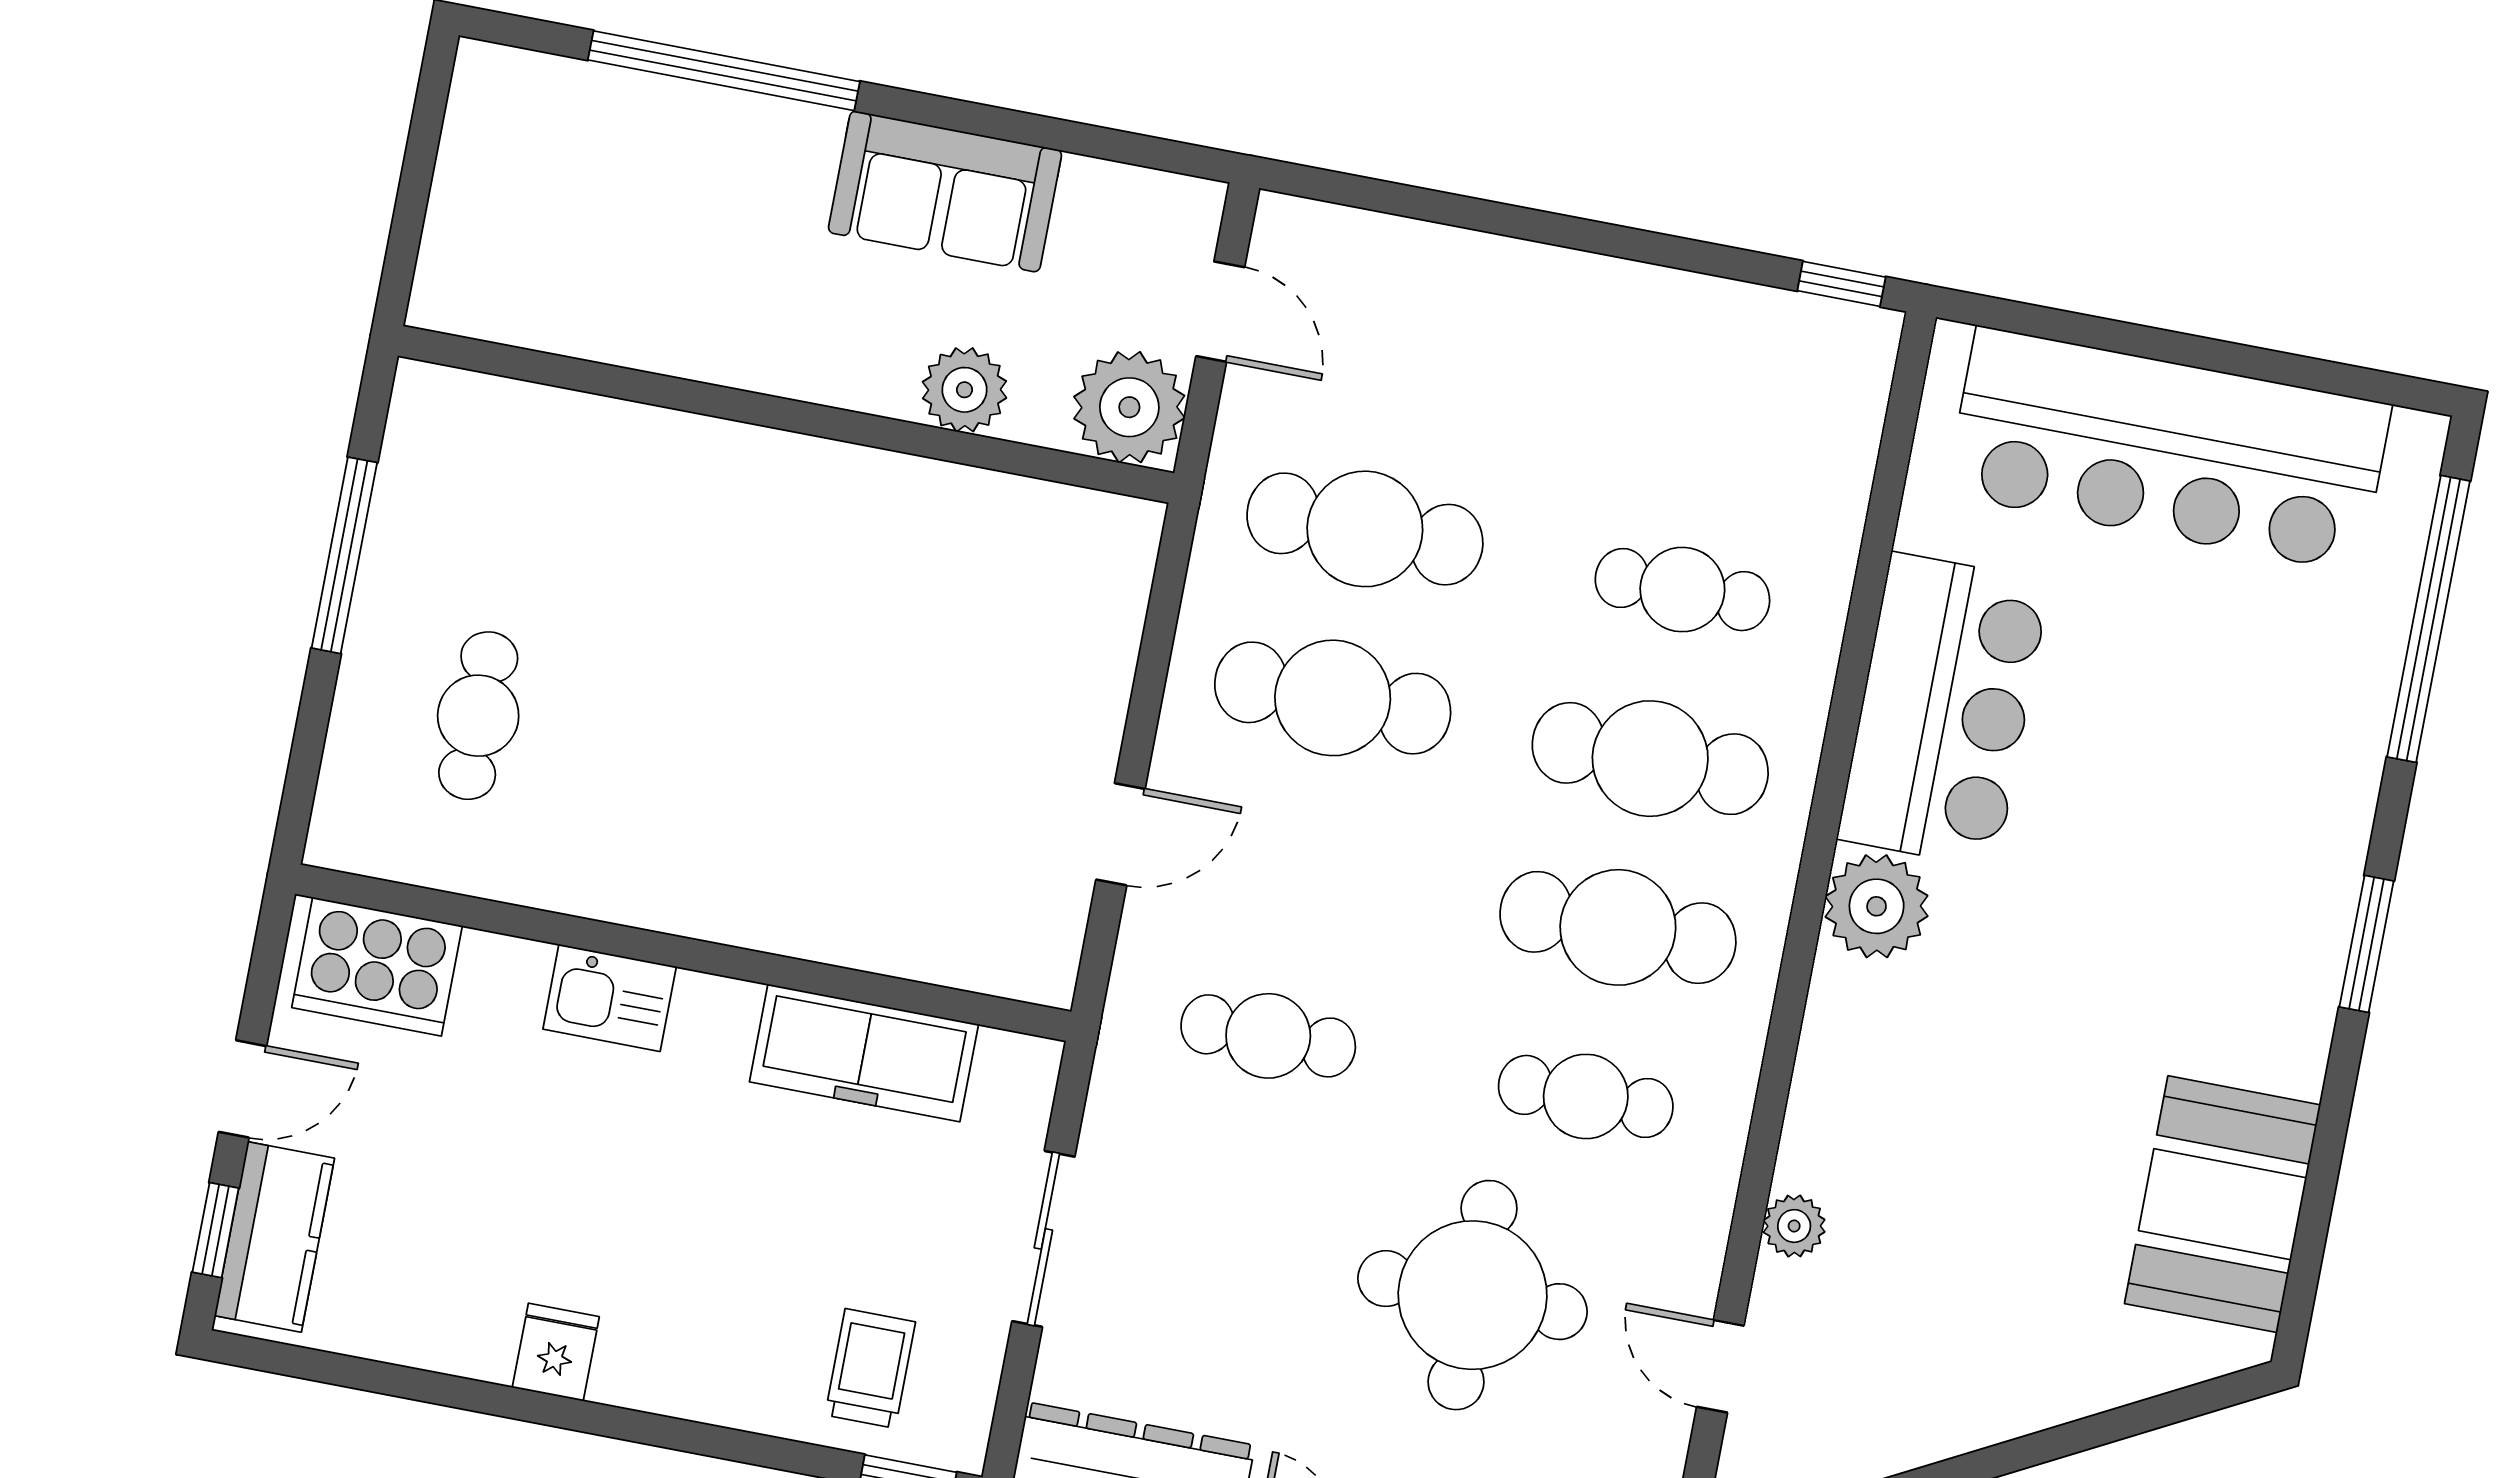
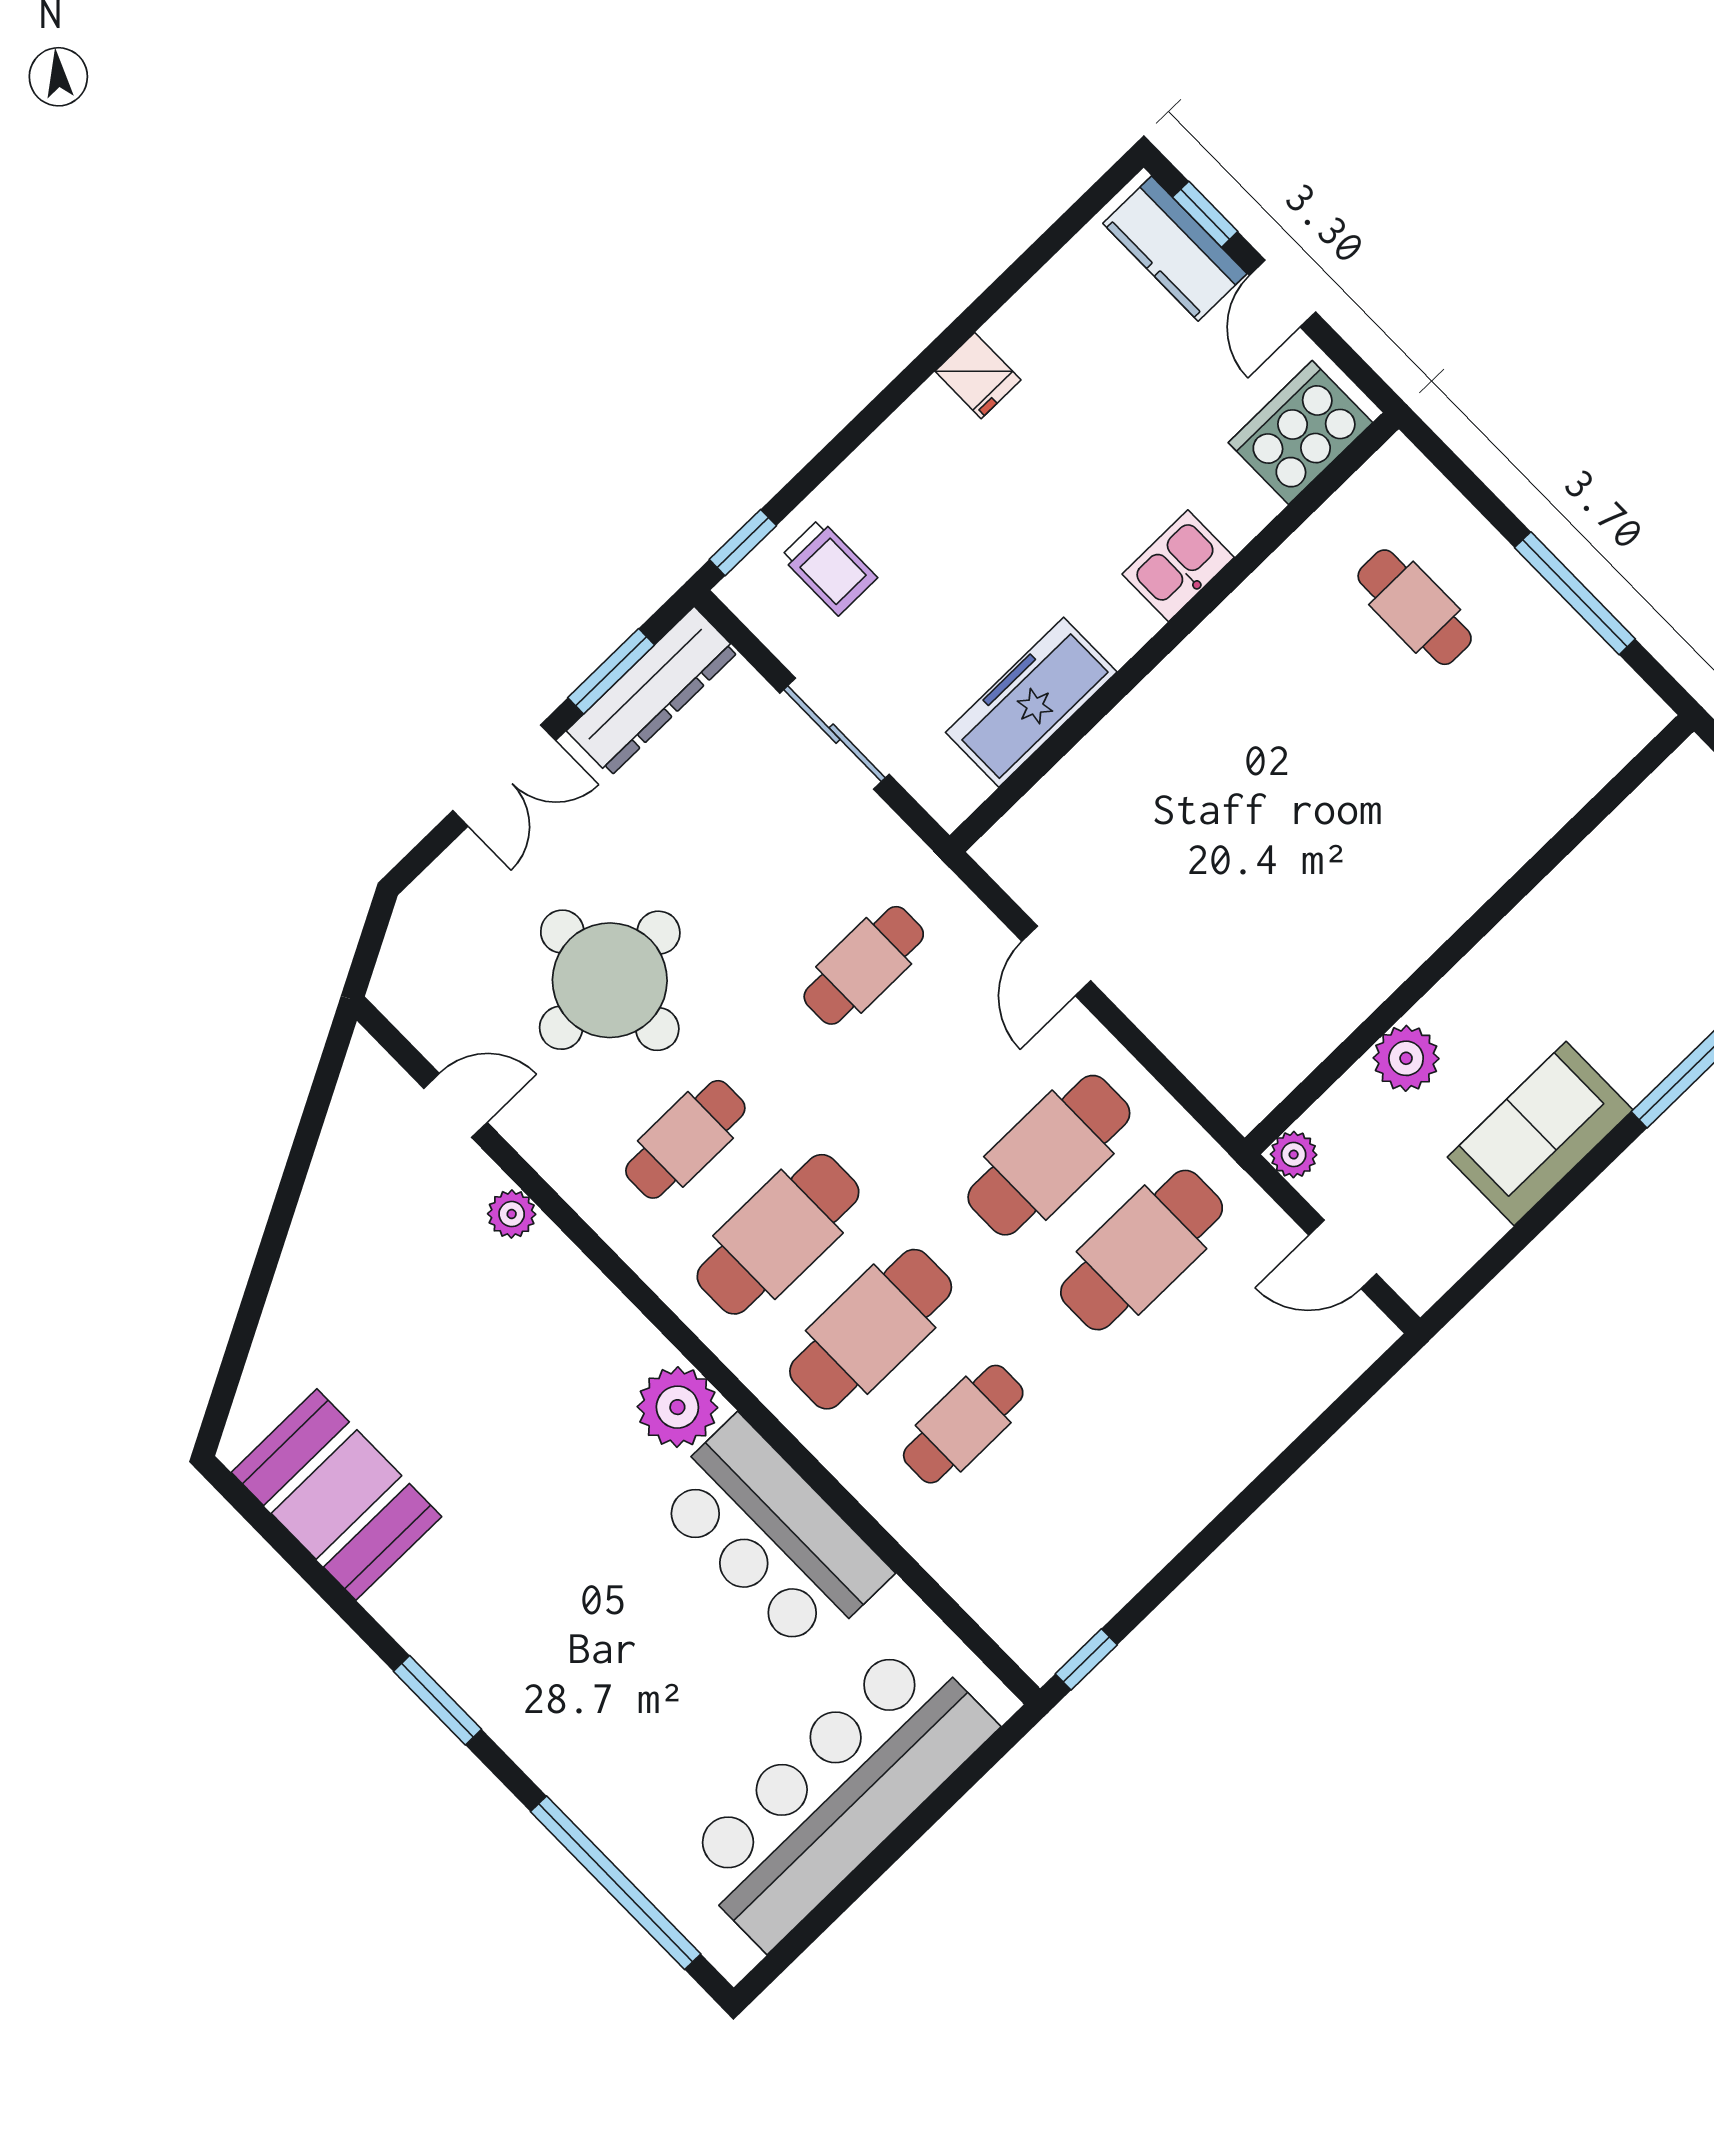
plant: (1129, 407) -> (1294, 1155), width x0.53, depth x0.53

